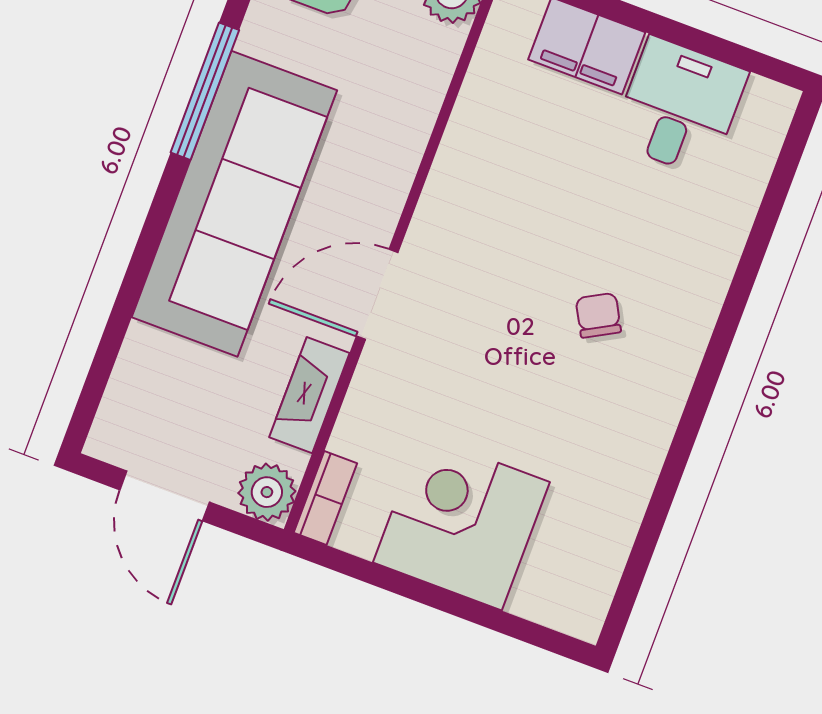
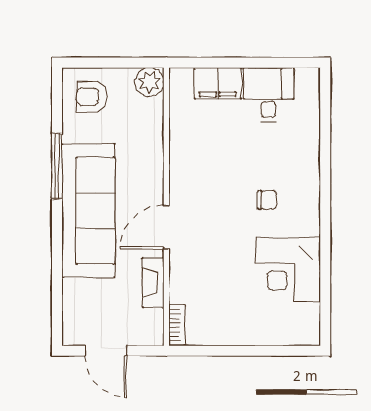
chair: (598, 315) -> (267, 200), turned 119
plant: (267, 492) -> (150, 332), removed
corner desk: (461, 522) -> (288, 270), moved, turned -90

